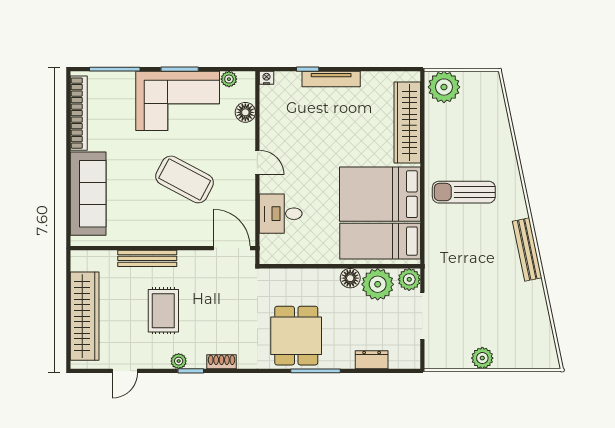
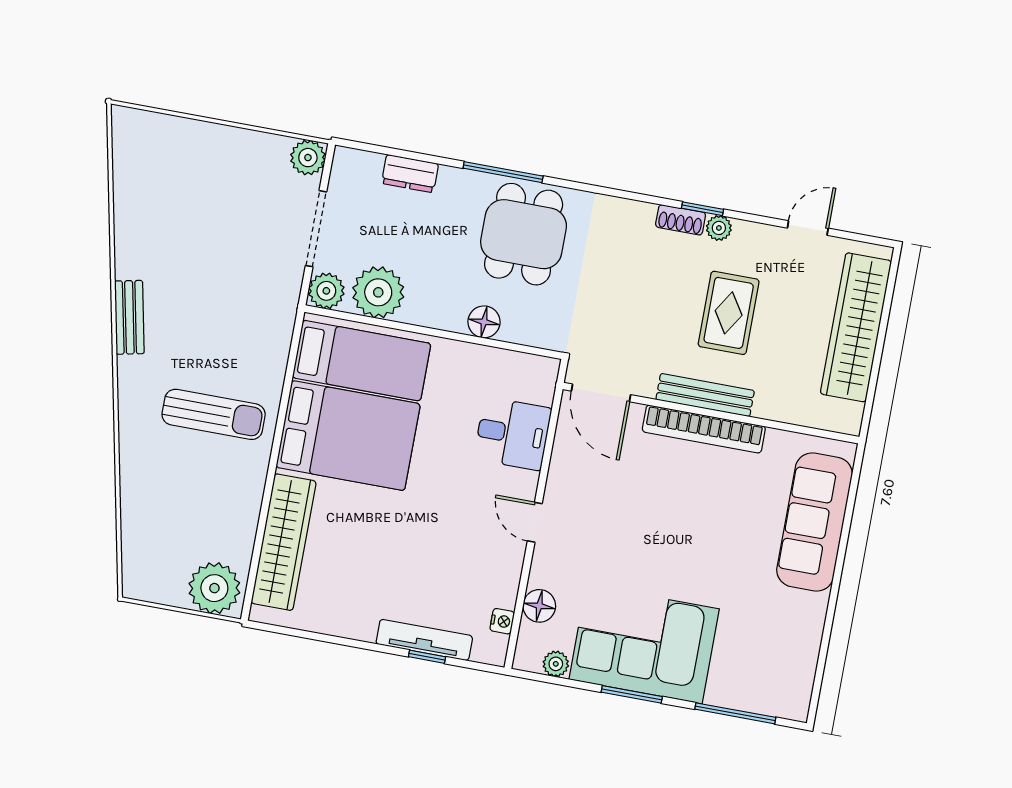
nightstand: (266, 78) -> (502, 621), moved, turned -90
tv unit: (331, 79) -> (424, 640), moved
bookcase: (79, 113) -> (704, 429), moved, turned -90
coffee table: (185, 179) -> (656, 517), removed
bench: (527, 250) -> (129, 317), width x0.73
bench: (147, 258) -> (705, 395), moved
floor lamp: (350, 278) -> (484, 322), moved
plant: (482, 358) -> (308, 158), moved
shoe rack: (222, 362) -> (681, 220), moved

